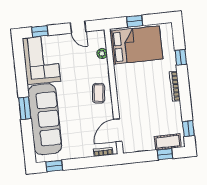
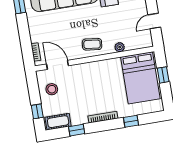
plant: (102, 53) -> (120, 47), moved
window: (188, 129) -> (77, 130), moved
stool: (143, 138) -> (52, 89), added
cot: (168, 142) -> (58, 122), moved, turned 90

